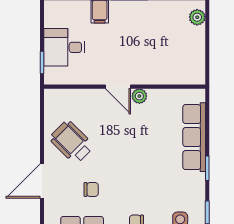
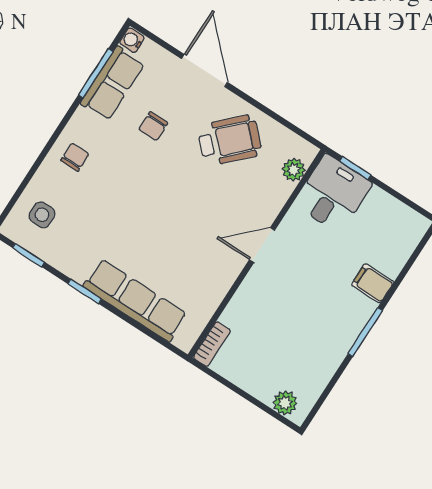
desk: (64, 47) -> (333, 194), moved
bookcase: (191, 79) -> (212, 344), added
plant: (139, 96) -> (294, 170), moved

